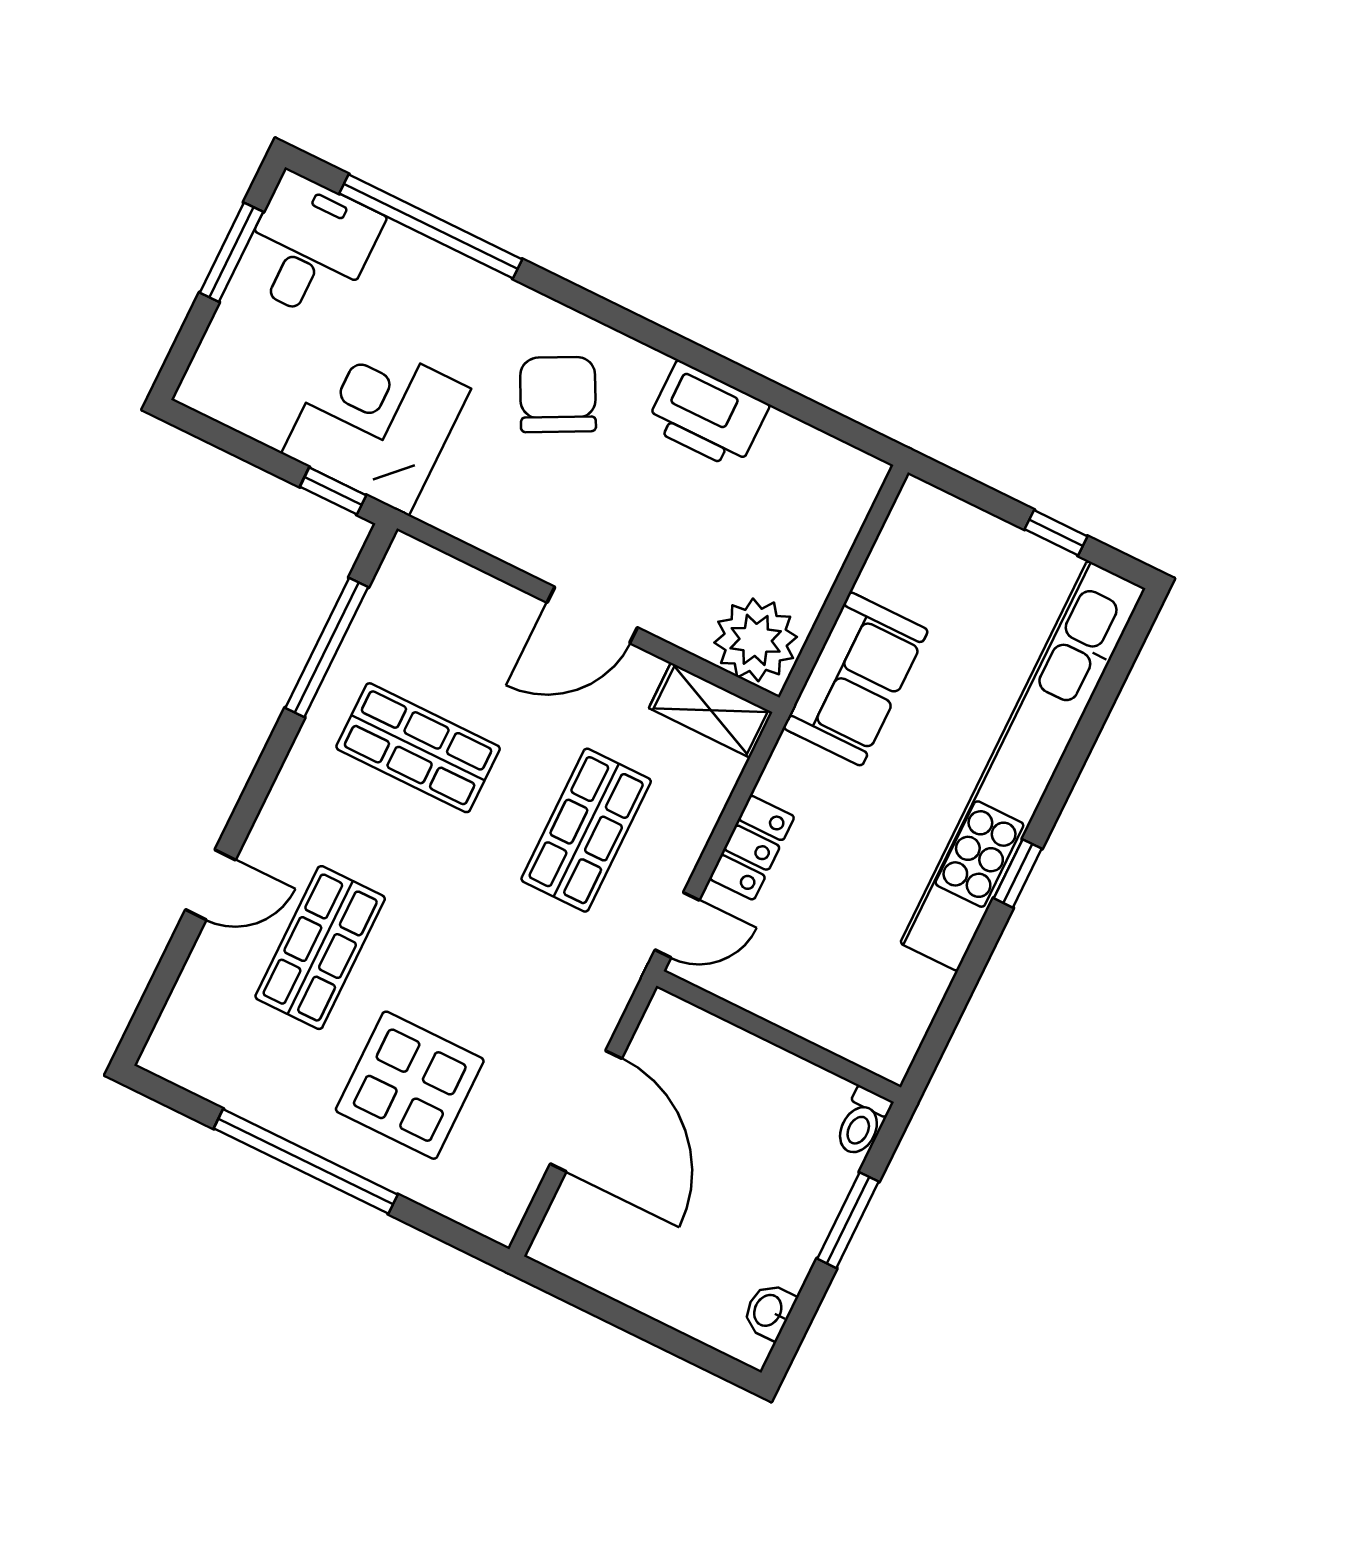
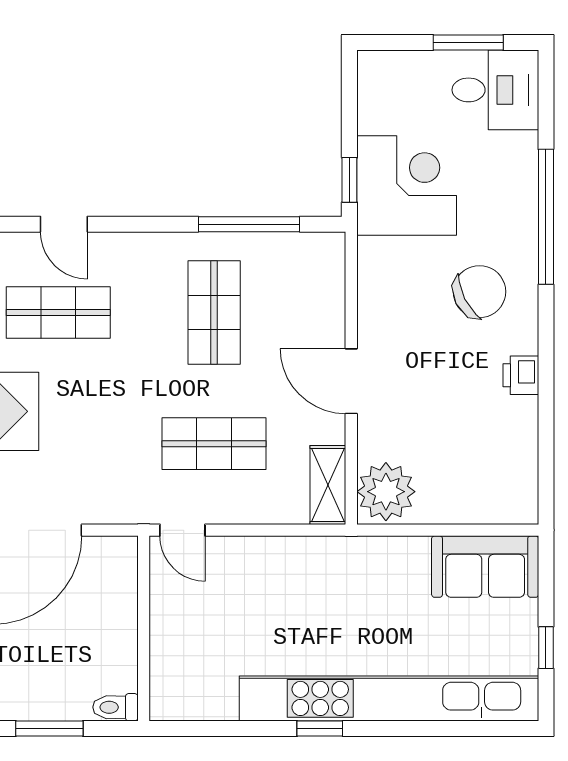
window: (431, 226) -> (546, 217), moved
printer: (708, 415) -> (521, 375), width x0.53, depth x0.68
sofa: (856, 679) -> (485, 567), moved
locker: (752, 848) -> (254, 553), removed

